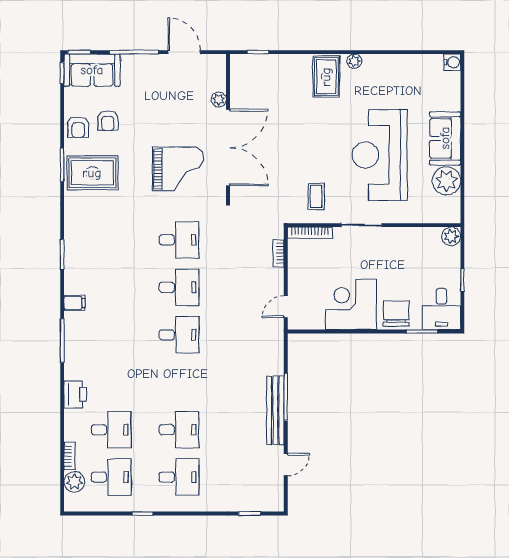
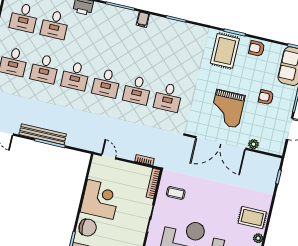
armchair: (108, 121) -> (266, 97), moved
grand piano: (178, 169) -> (227, 109), moved
desk: (179, 382) -> (75, 76), added

